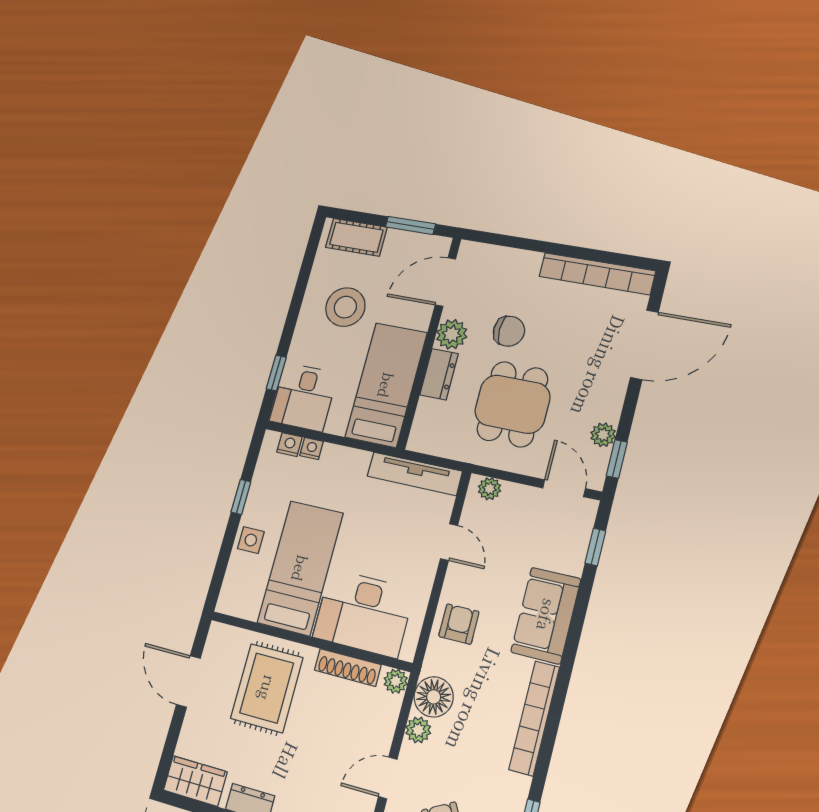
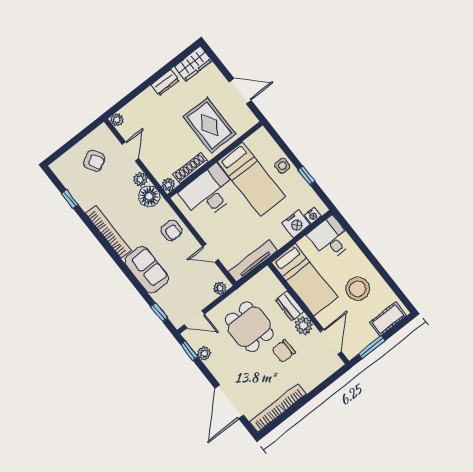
window: (276, 373) -> (353, 234), removed
nightstand: (311, 448) -> (296, 224), width x1.89, depth x1.79

